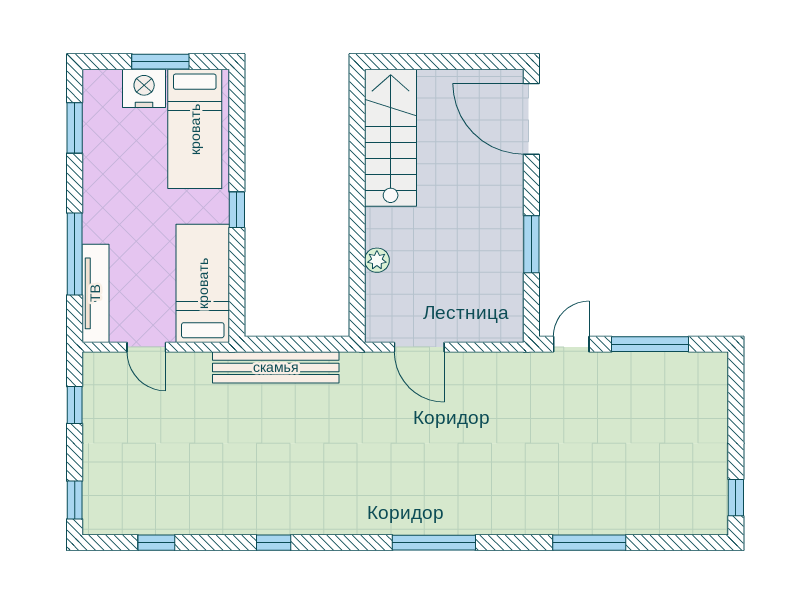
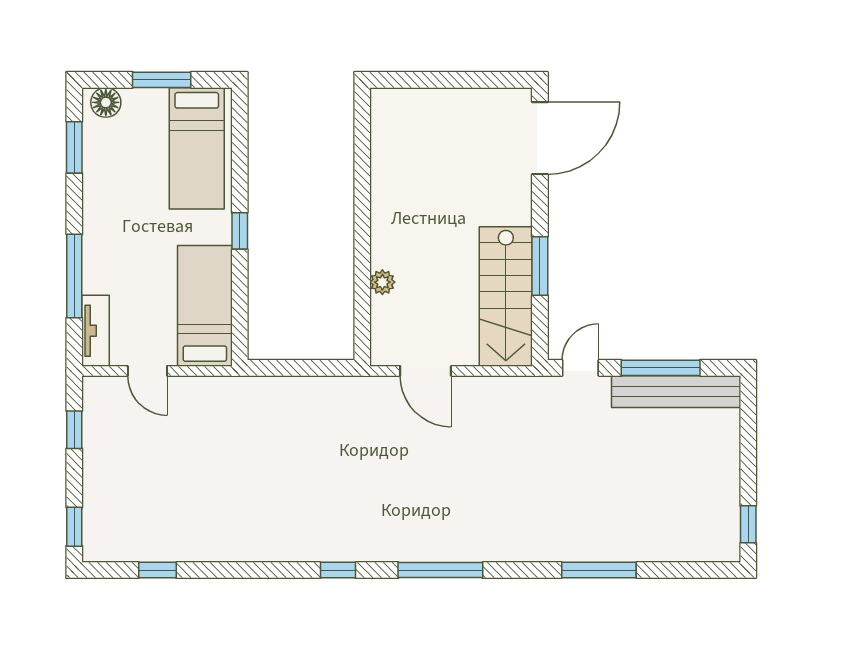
floor lamp: (106, 84) -> (106, 102), added
nightstand: (144, 88) -> (145, 107), removed
door: (531, 119) -> (540, 138), swing flipped
stairs: (391, 138) -> (506, 296), moved, turned 180
tv unit: (95, 293) -> (96, 331), width x0.71
bench: (276, 367) -> (676, 392), moved
window: (274, 543) -> (338, 570), moved

